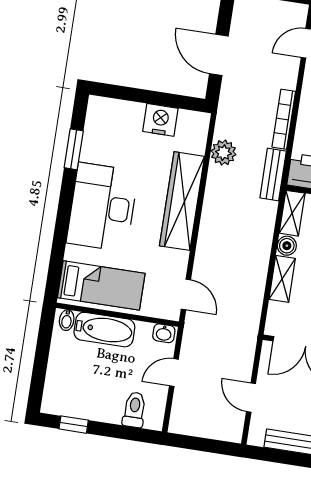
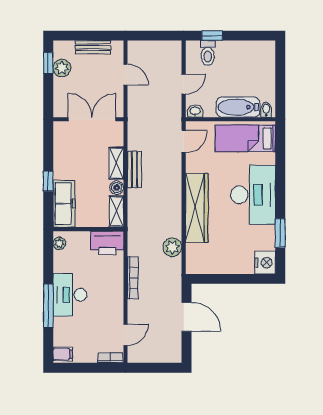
nightstand: (160, 120) -> (265, 263), moved, turned -90
bench: (273, 174) -> (134, 169), moved
door: (186, 294) -> (184, 141), swing flipped
window: (74, 425) -> (212, 36), moved

